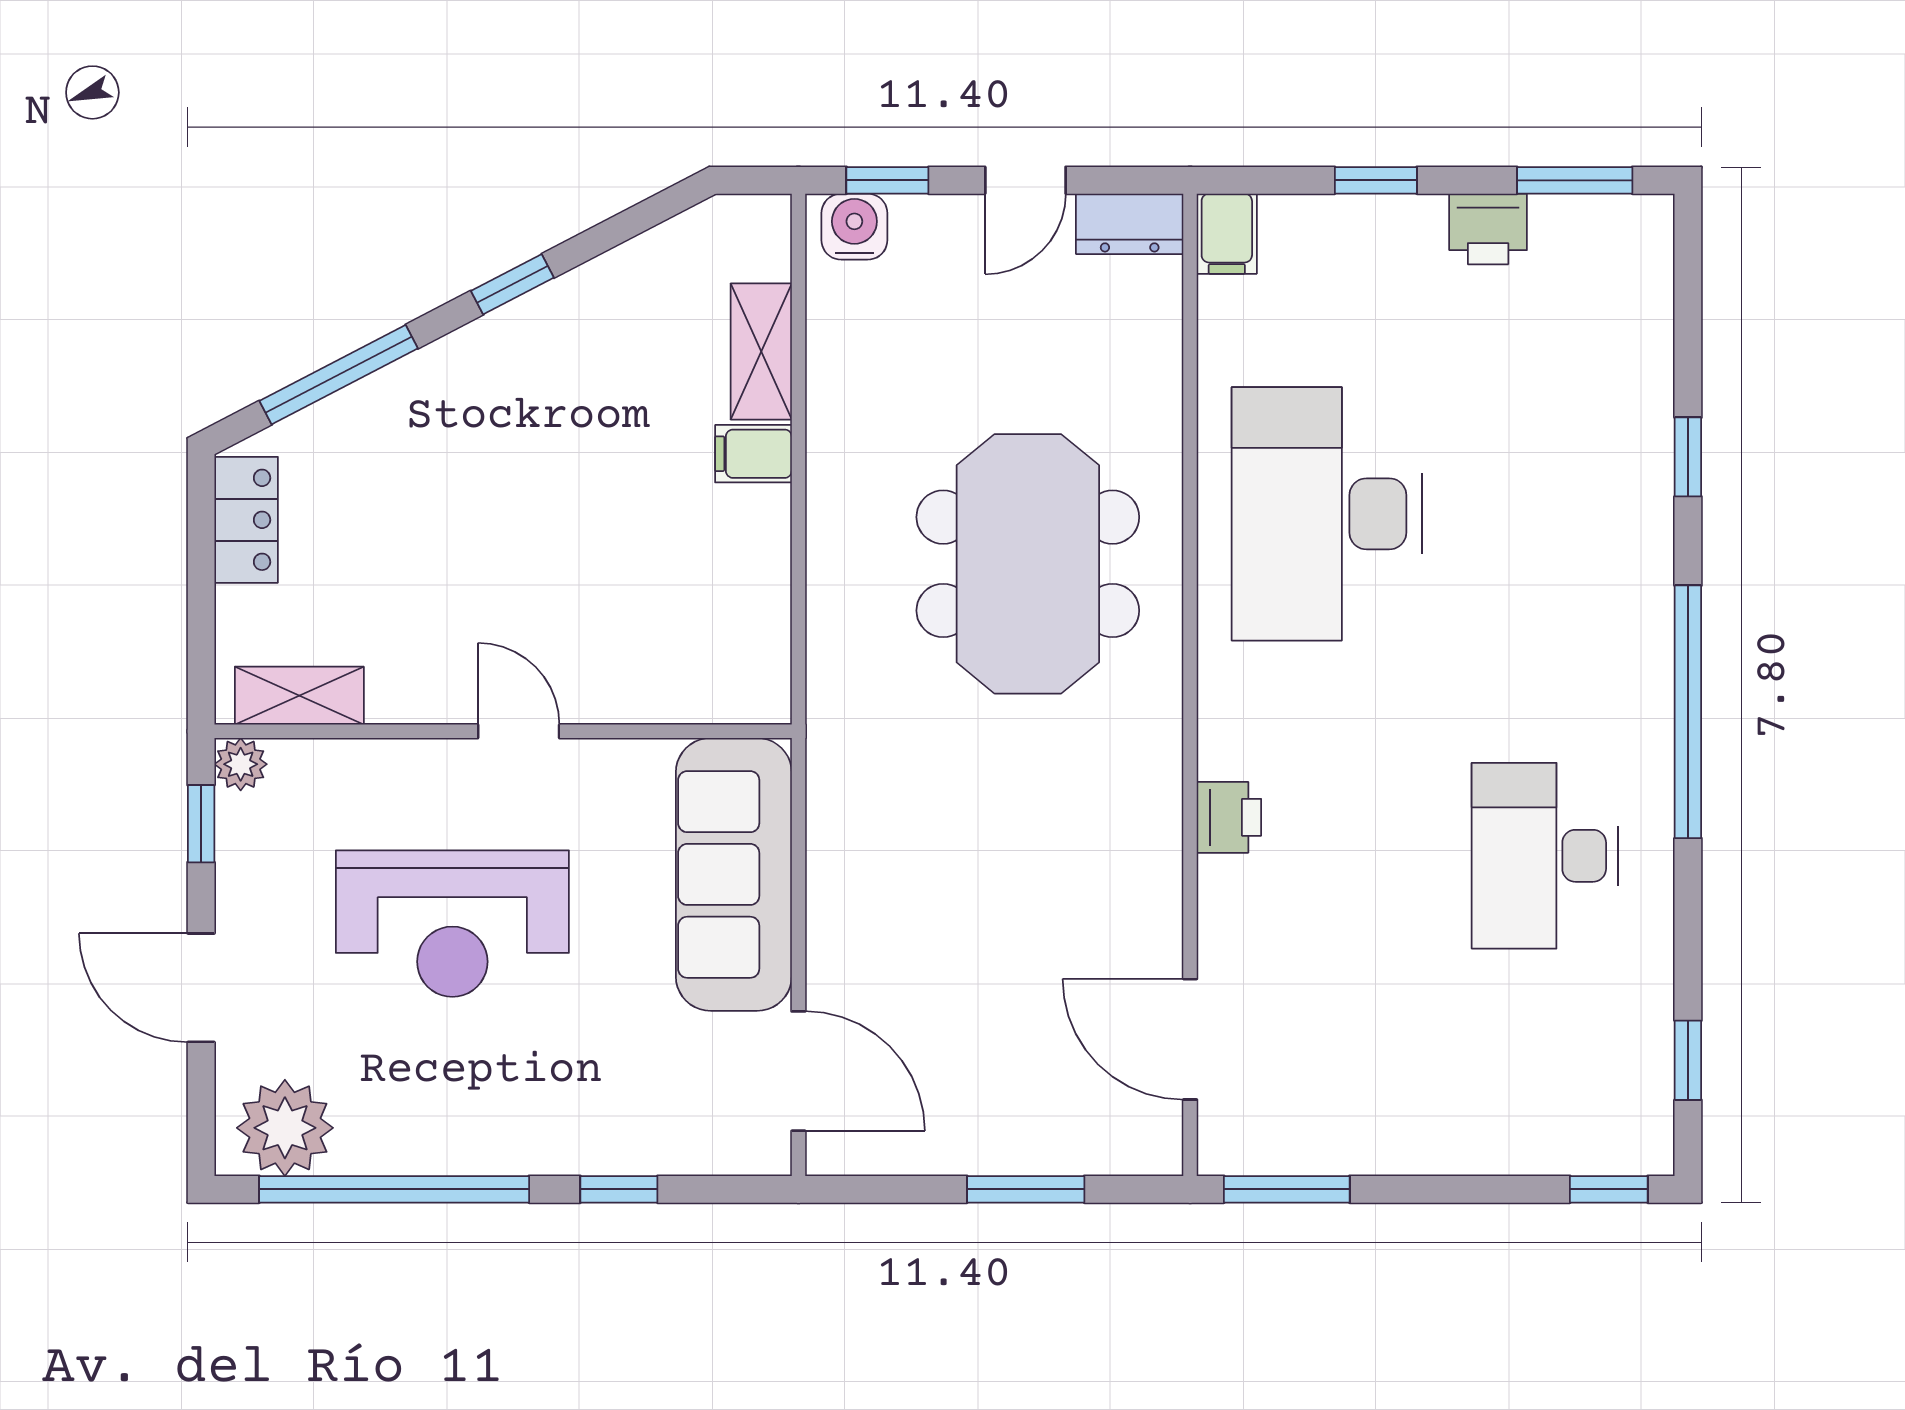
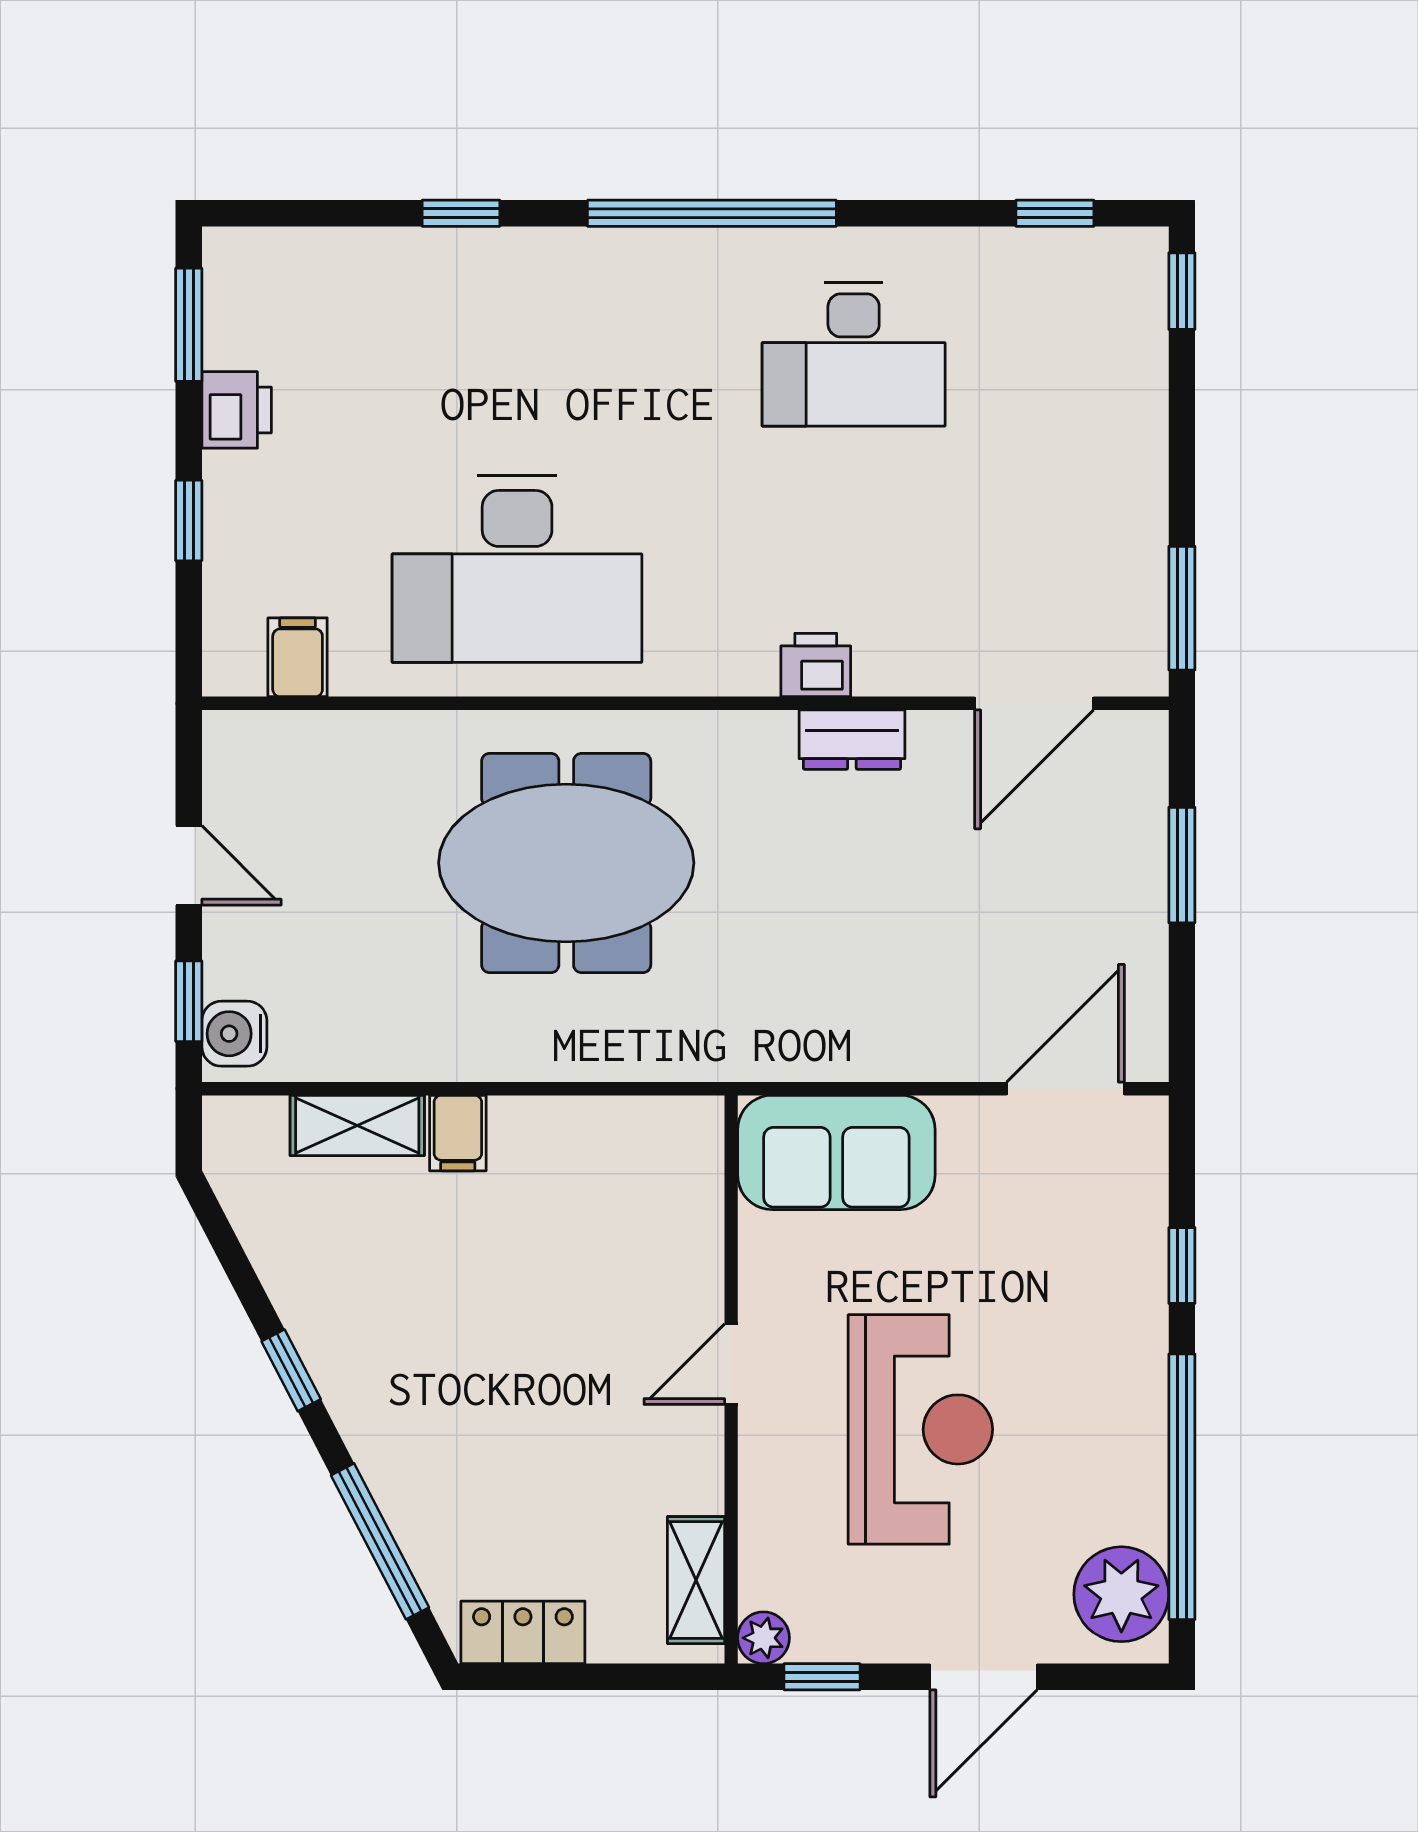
dresser: (1130, 224) -> (852, 740), moved, turned 90
filing cabinet: (1227, 234) -> (298, 657), moved, turned -90
sofa: (734, 874) -> (836, 1152), width x0.73

